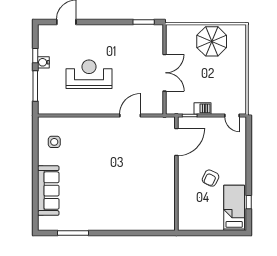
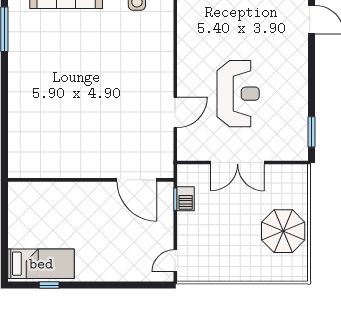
reception desk: (89, 74) -> (238, 94), moved
barbecue: (203, 108) -> (186, 199), moved
door: (130, 116) -> (175, 112), hinge flipped
armchair: (211, 178) -> (84, 229), removed

